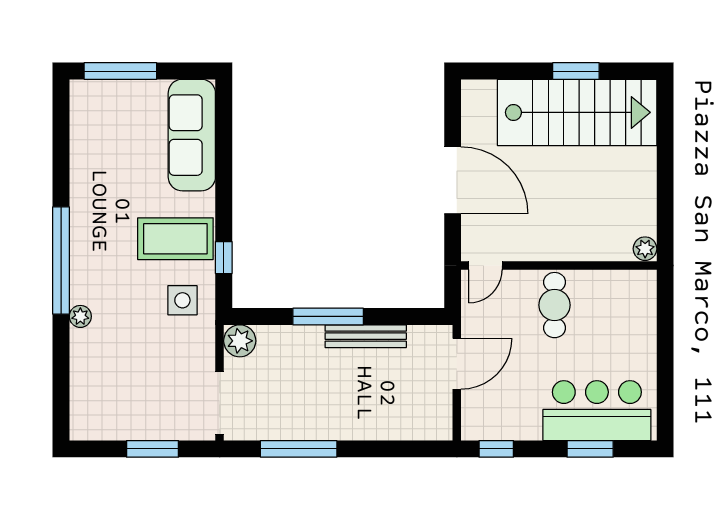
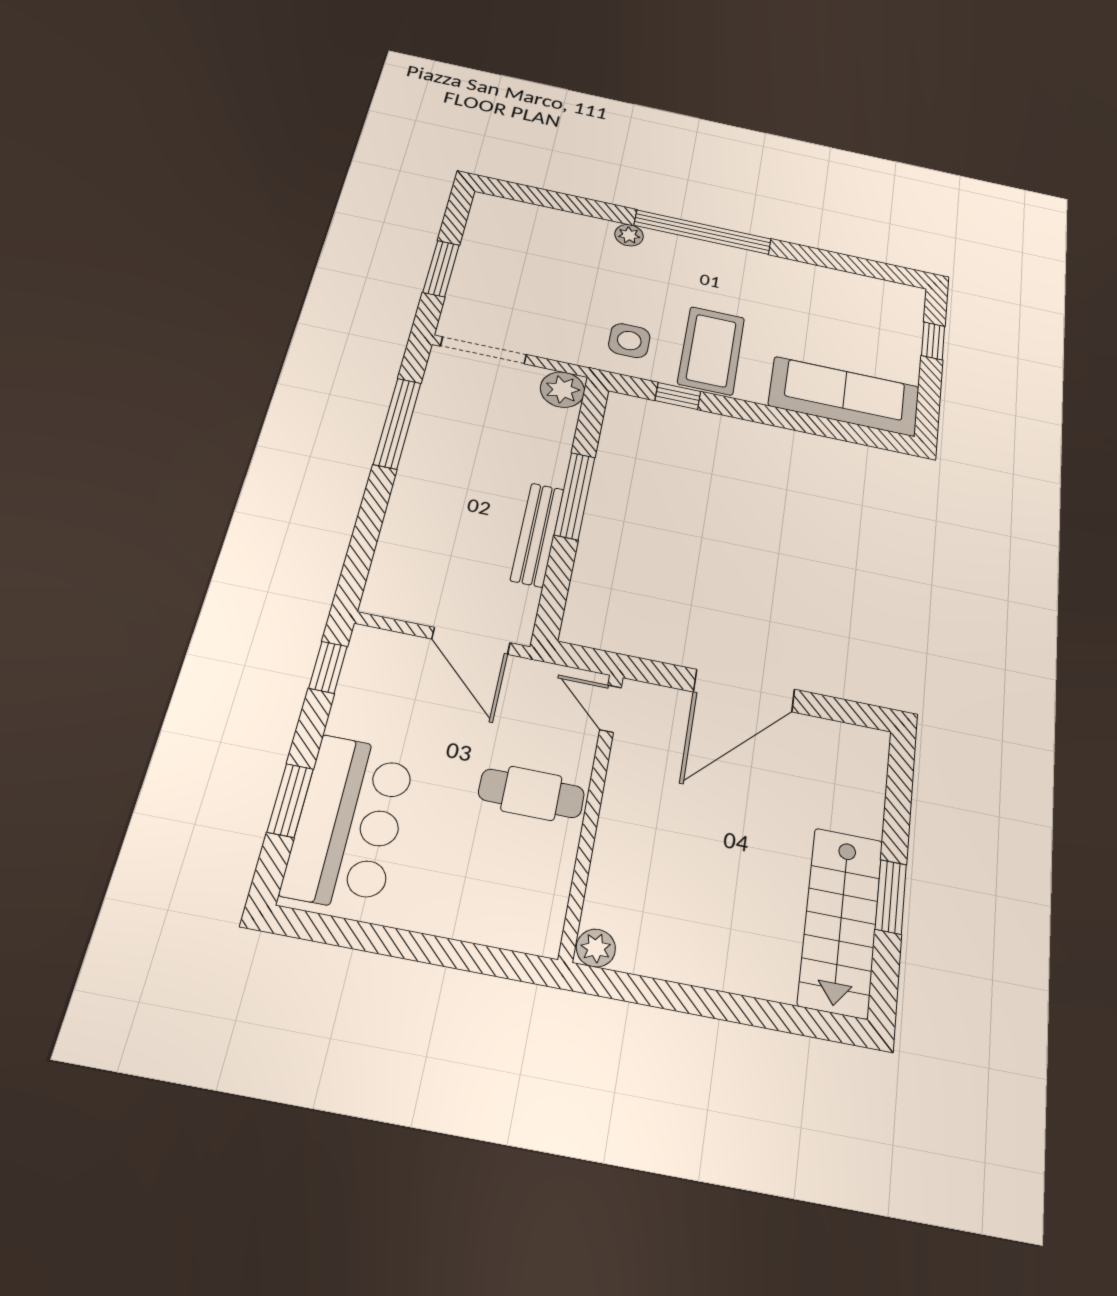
window: (120, 71) -> (933, 341), width x0.46
stairs: (577, 112) -> (841, 921), width x0.73, depth x0.66

